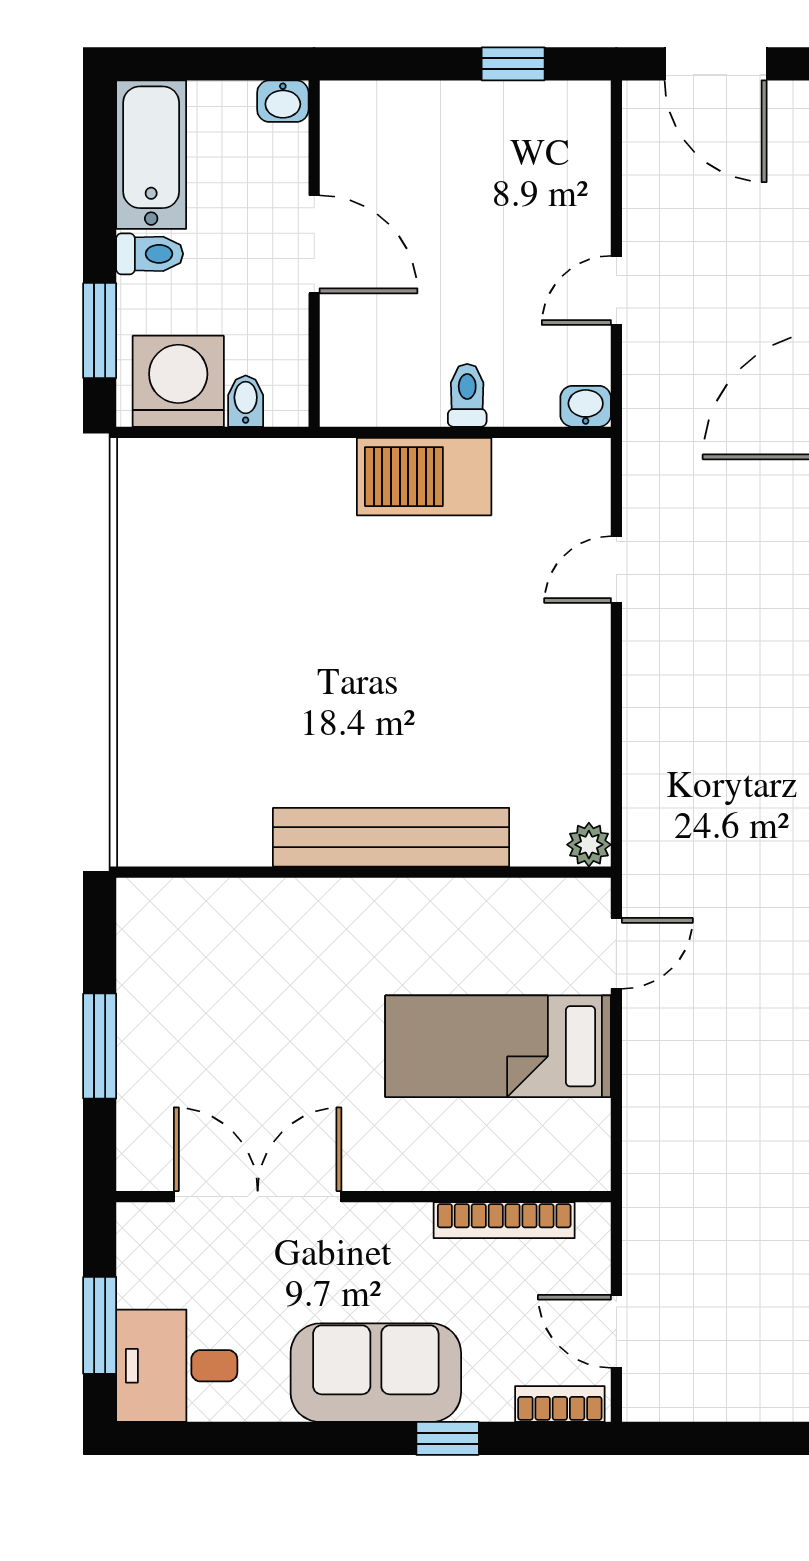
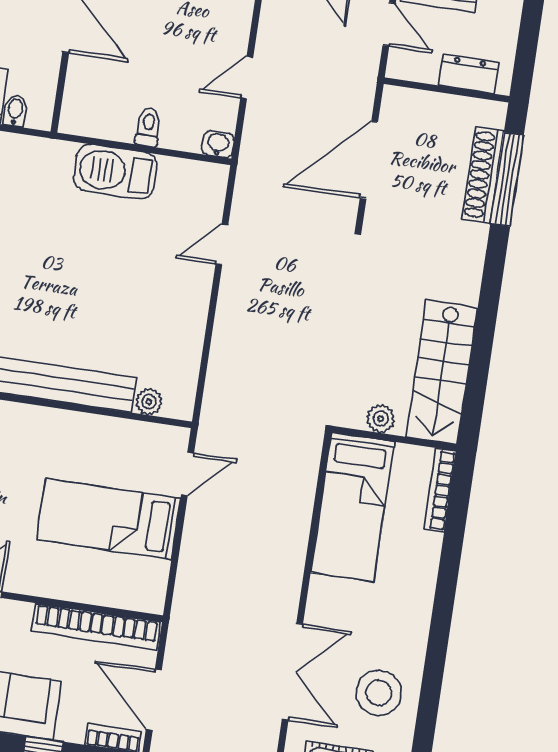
plant: (589, 845) -> (149, 402), moved
bookcase: (504, 1220) -> (96, 627), width x1.48, depth x1.31
door: (616, 1331) -> (154, 700), width x1.38

